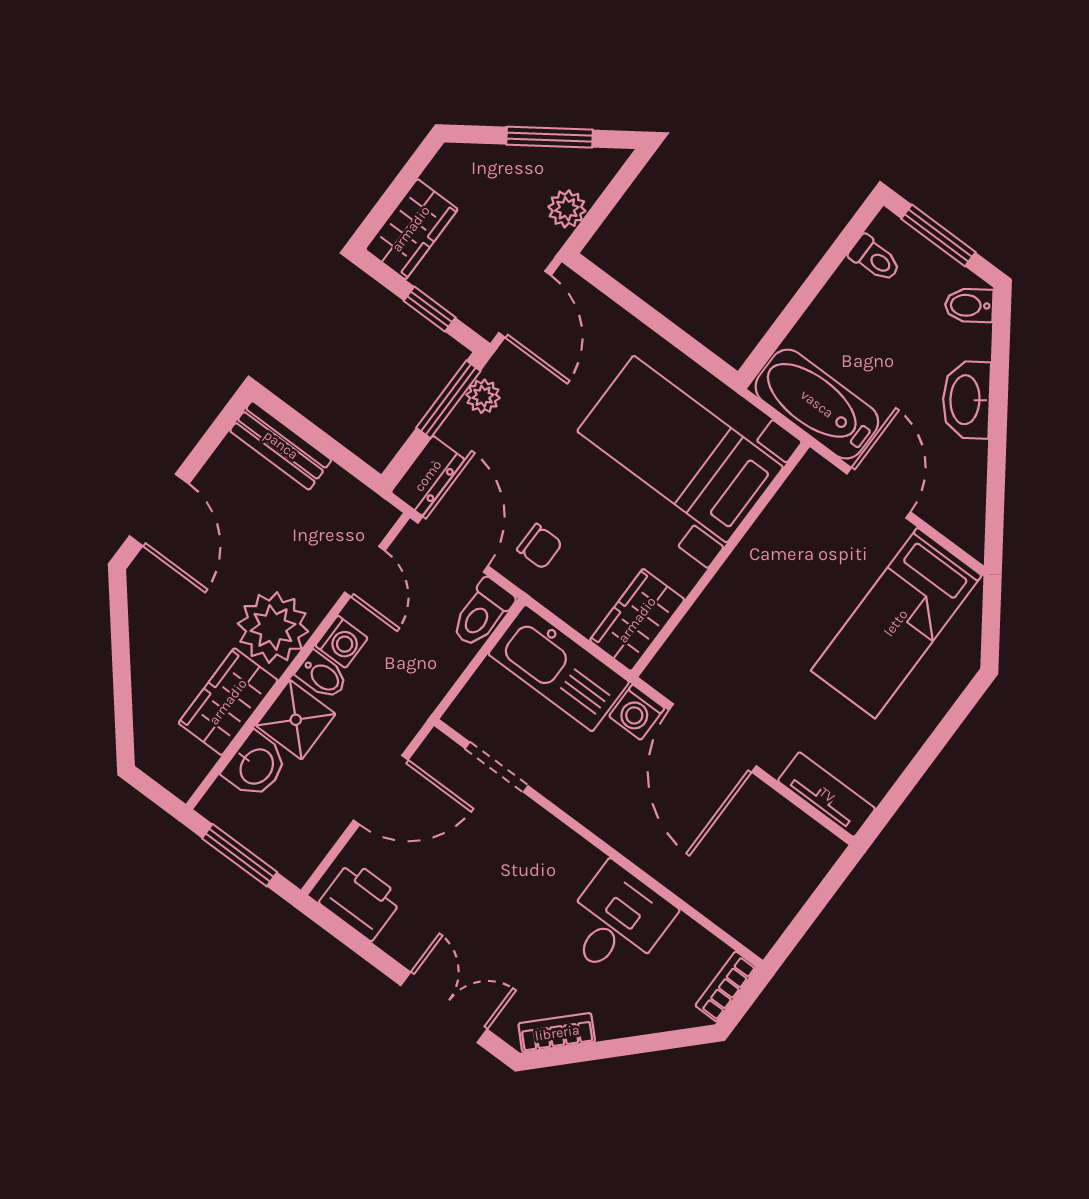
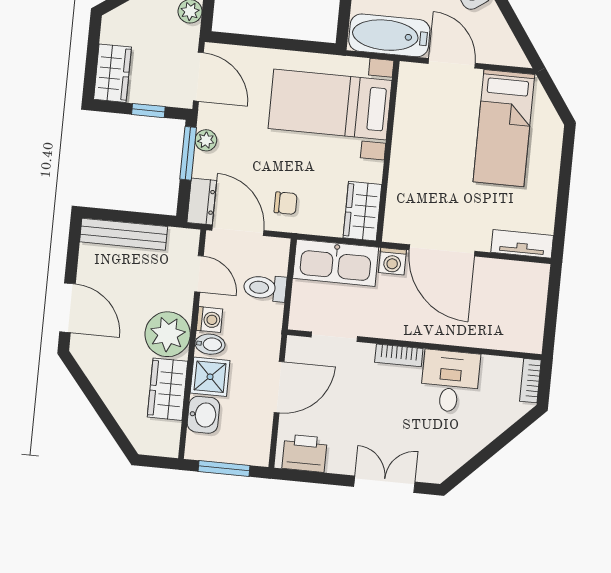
bench: (281, 445) -> (124, 234), width x1.36
toilet: (482, 613) -> (265, 288), moved, turned 90
bookcase: (557, 1033) -> (399, 355), moved, turned -135

